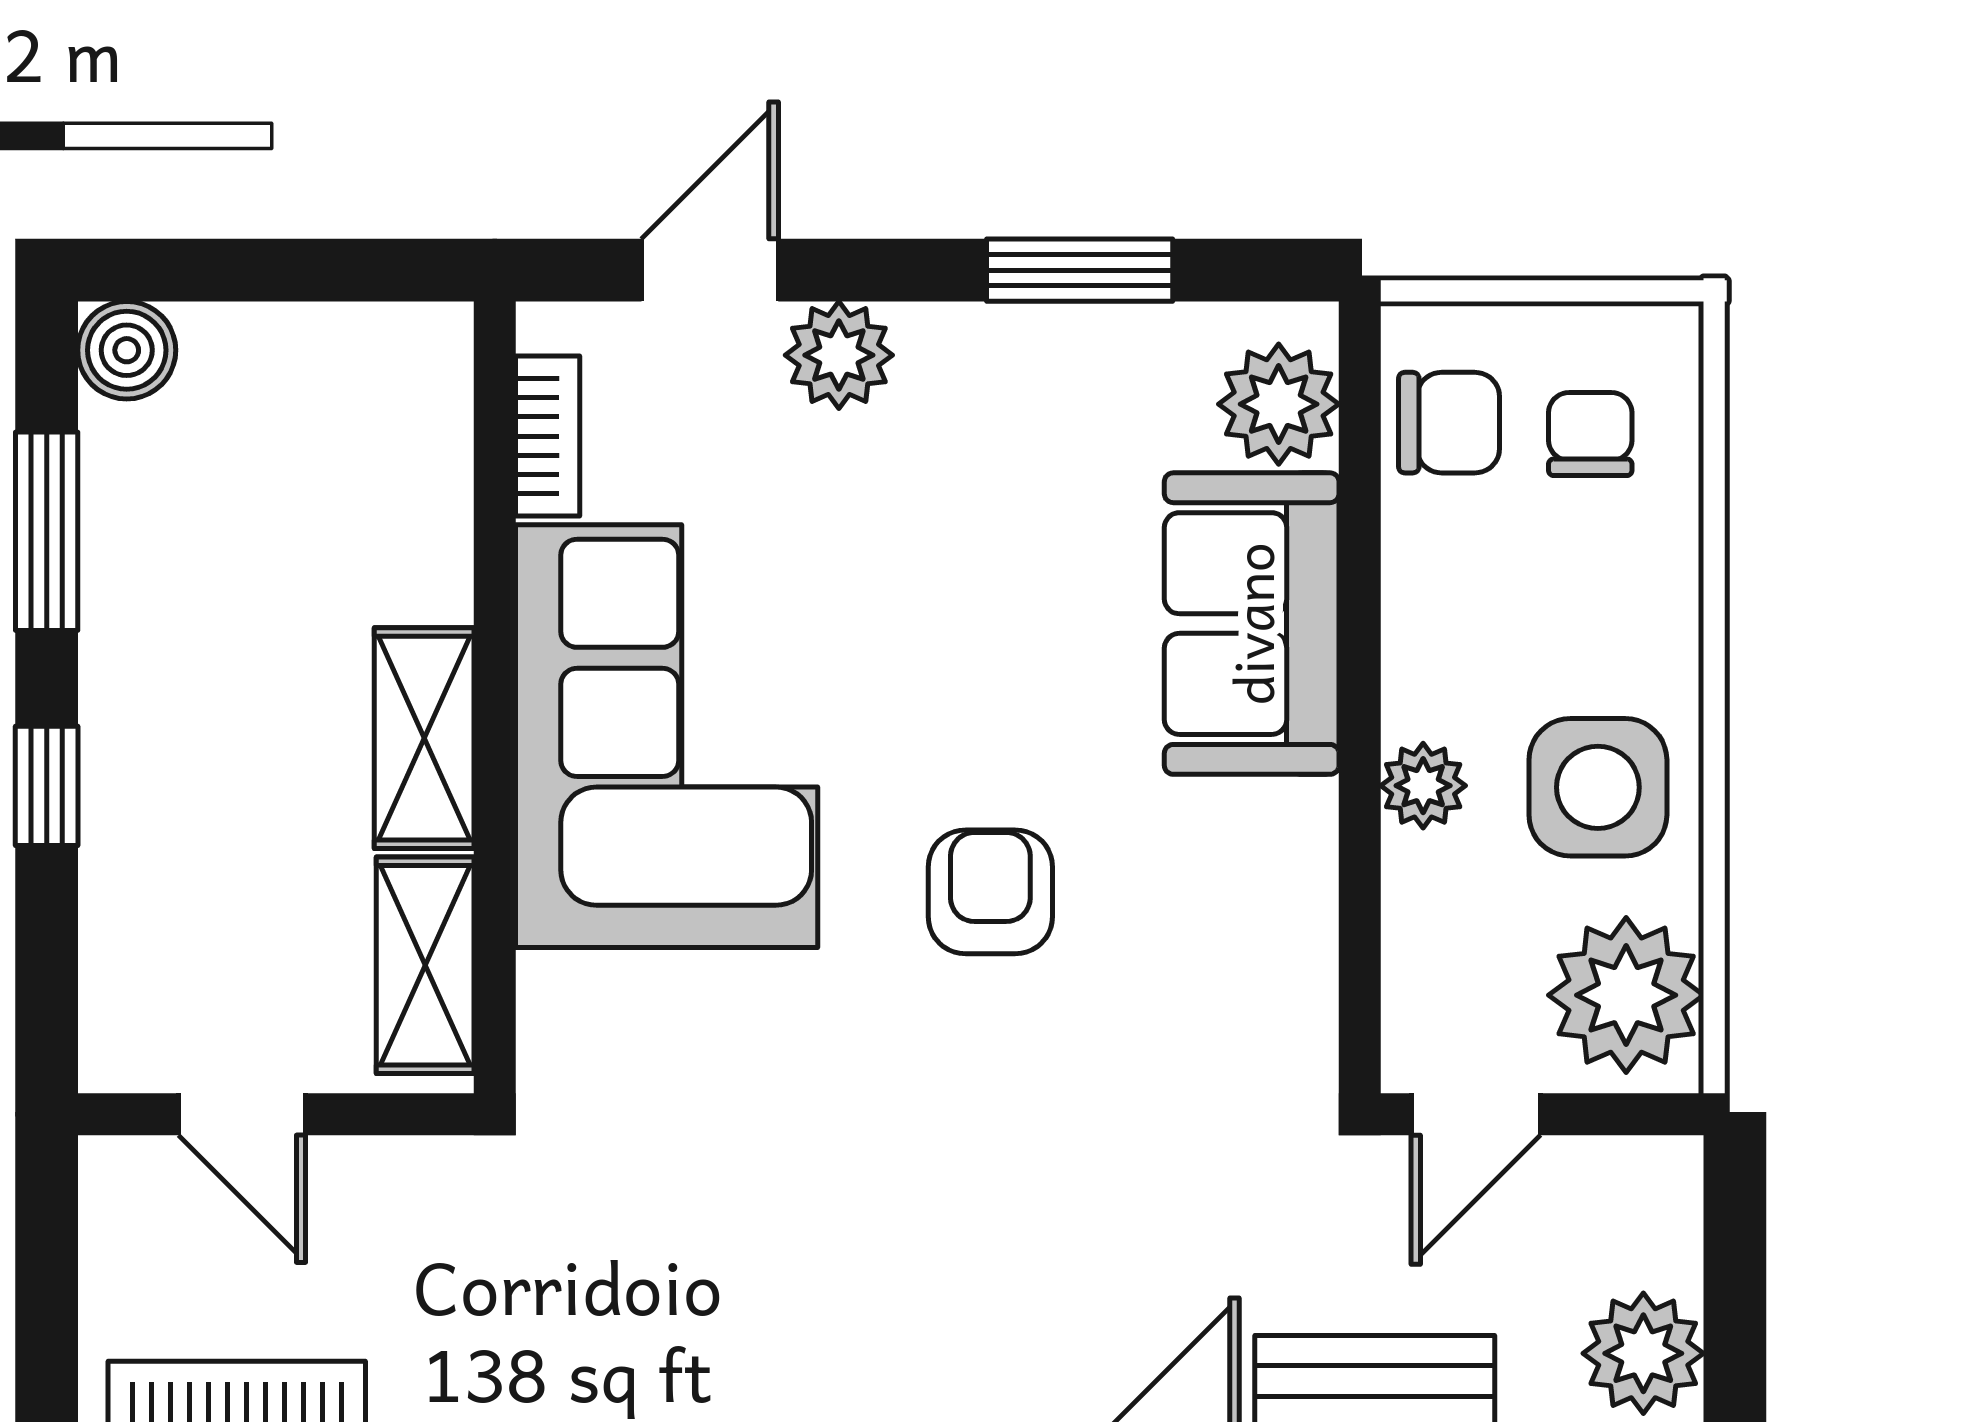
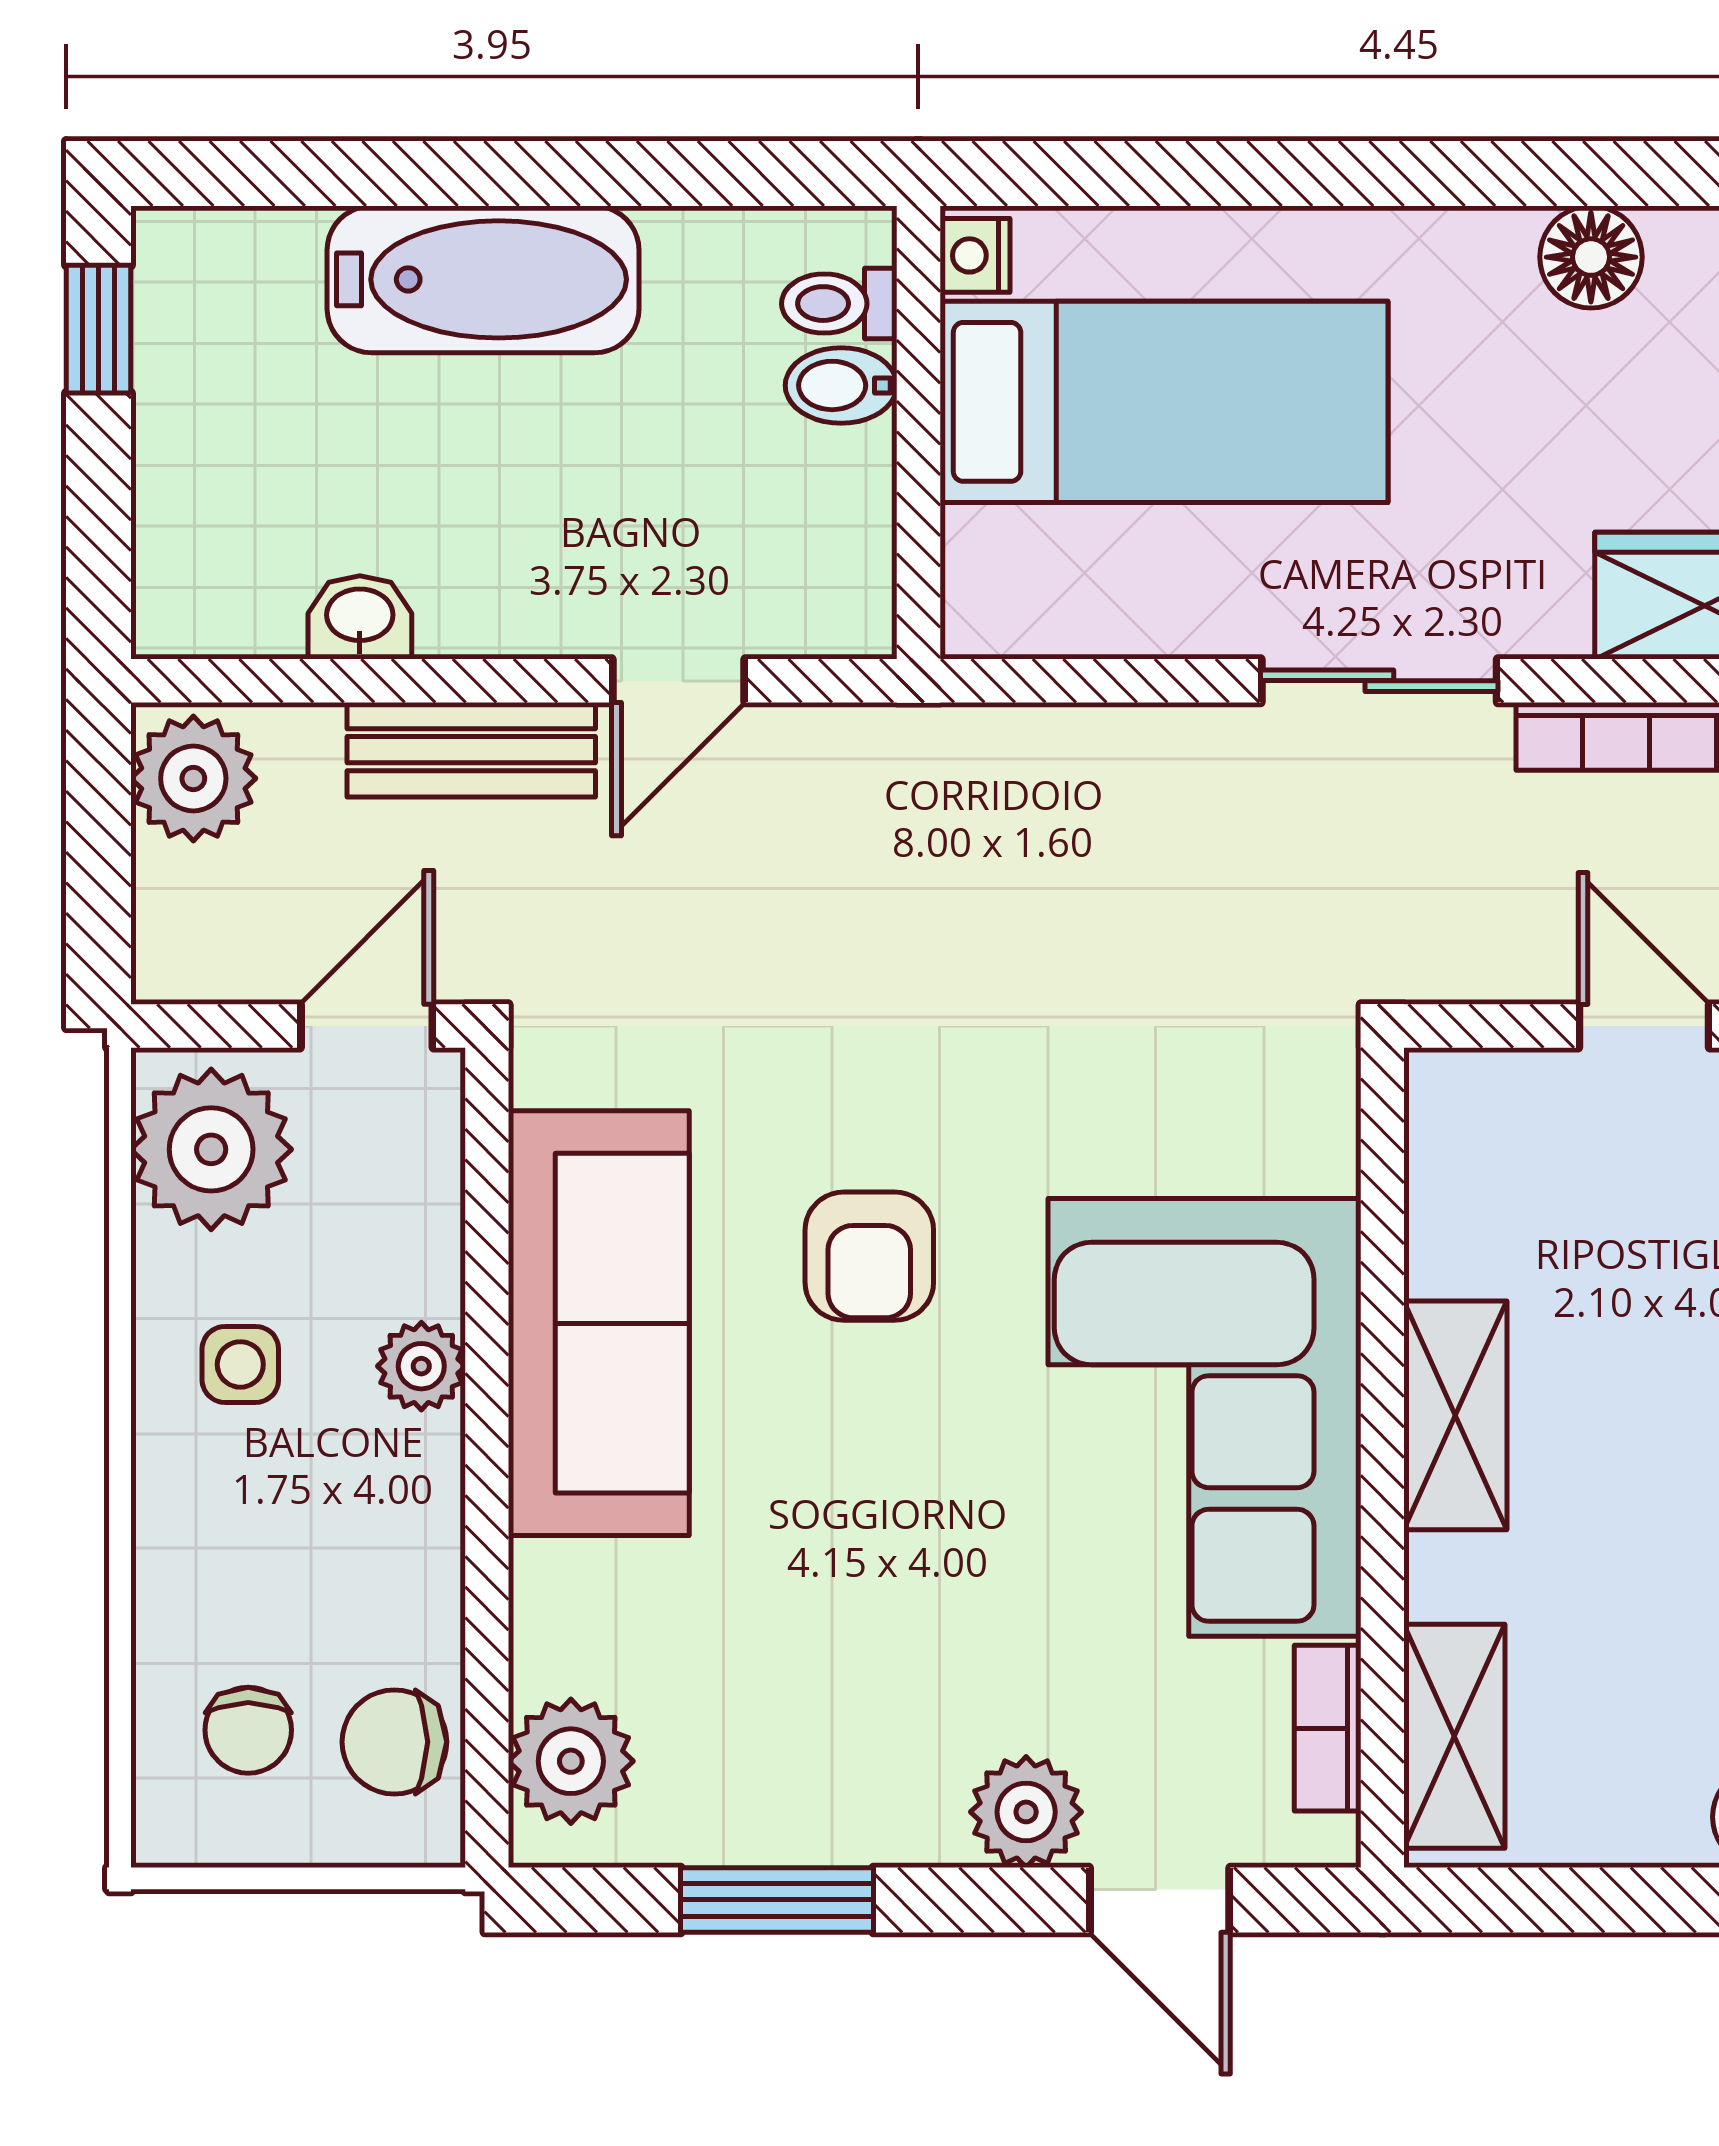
door: (710, 270) -> (1160, 1900), hinge flipped
sofa: (1252, 624) -> (599, 1323), moved, width x1.36
side table: (1598, 787) -> (240, 1364), width x0.54, depth x0.54
shelving: (425, 965) -> (1454, 1736), moved

